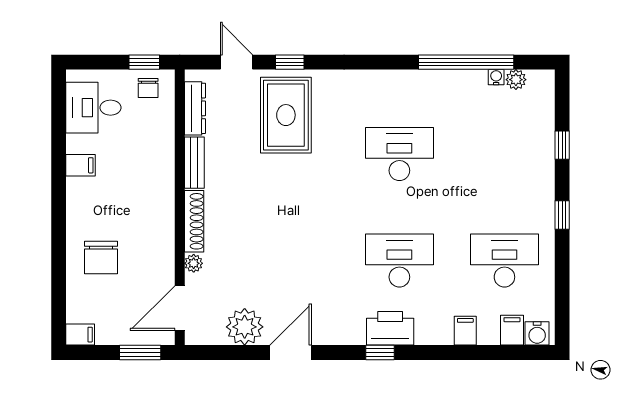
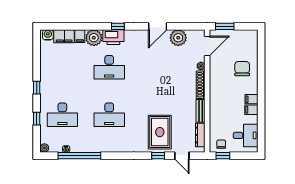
plant: (516, 80) -> (44, 148), moved
desk: (504, 261) -> (62, 115), moved
plant: (434, 327) -> (94, 38), added
filing cabinet: (512, 330) -> (64, 36), width x2.00
filing cabinet: (80, 335) -> (251, 99), moved

